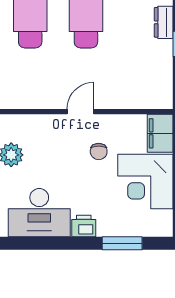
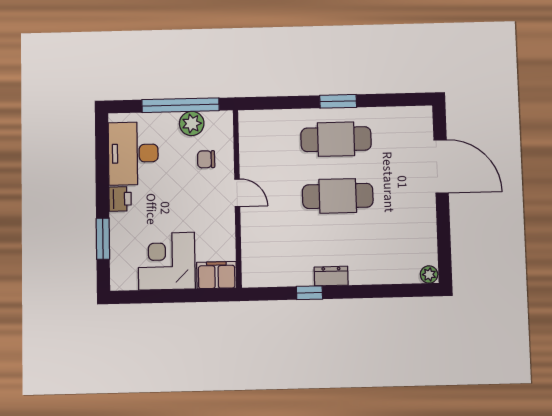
chair: (99, 152) -> (206, 159), moved

